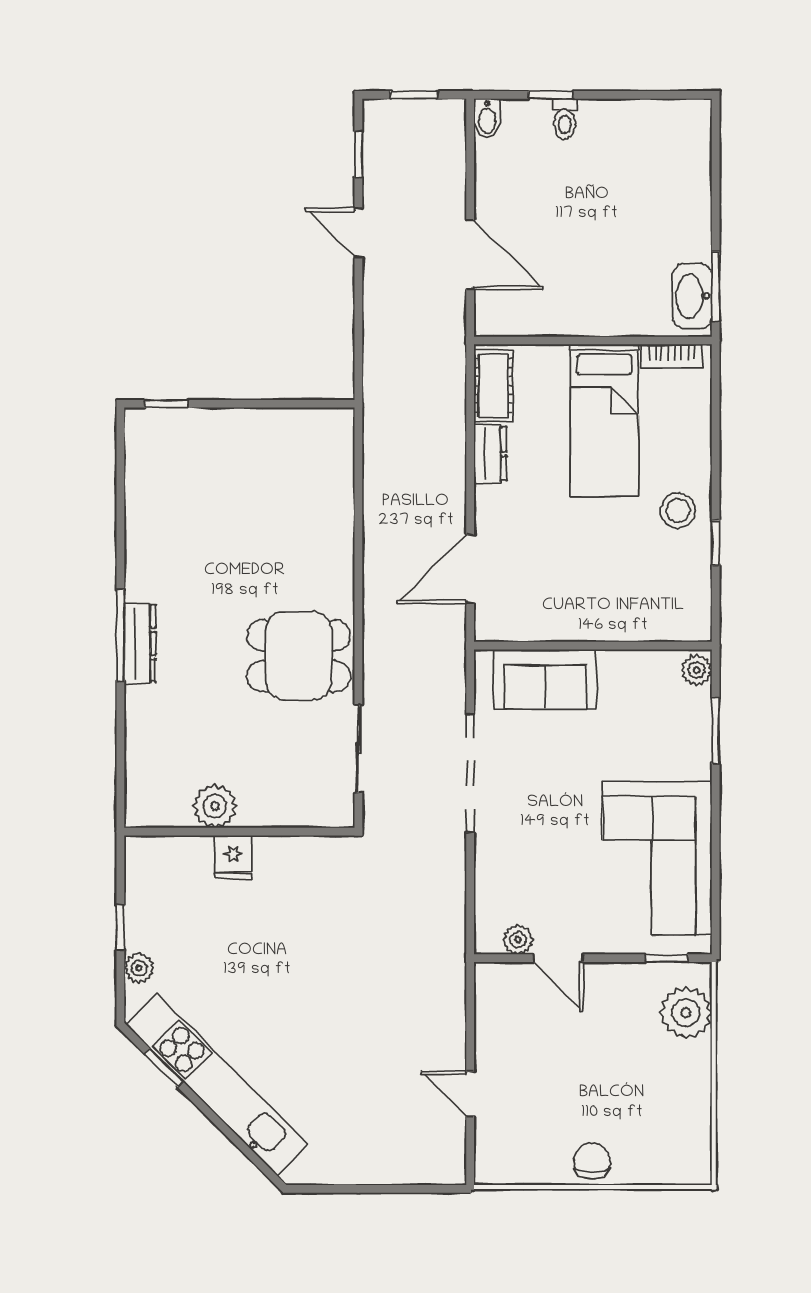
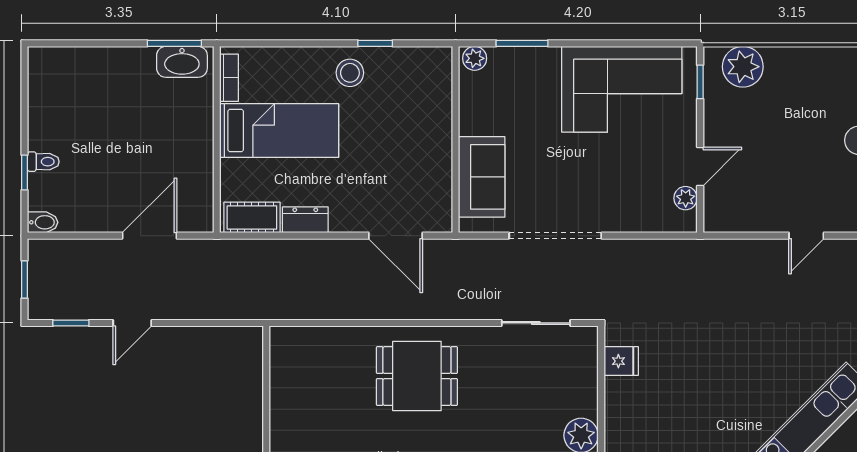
dining table: (299, 656) -> (417, 376), moved, turned 90
fridge: (233, 857) -> (621, 361), moved

